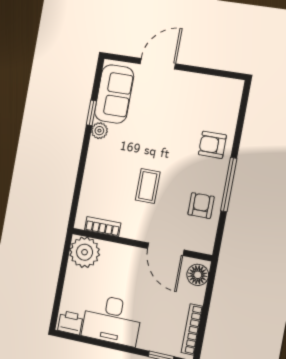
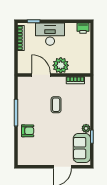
armchair: (201, 206) -> (28, 100), removed
plant: (85, 252) -> (61, 65), moved
floor lamp: (198, 275) -> (23, 65), removed
desk: (112, 320) -> (50, 34), moved

